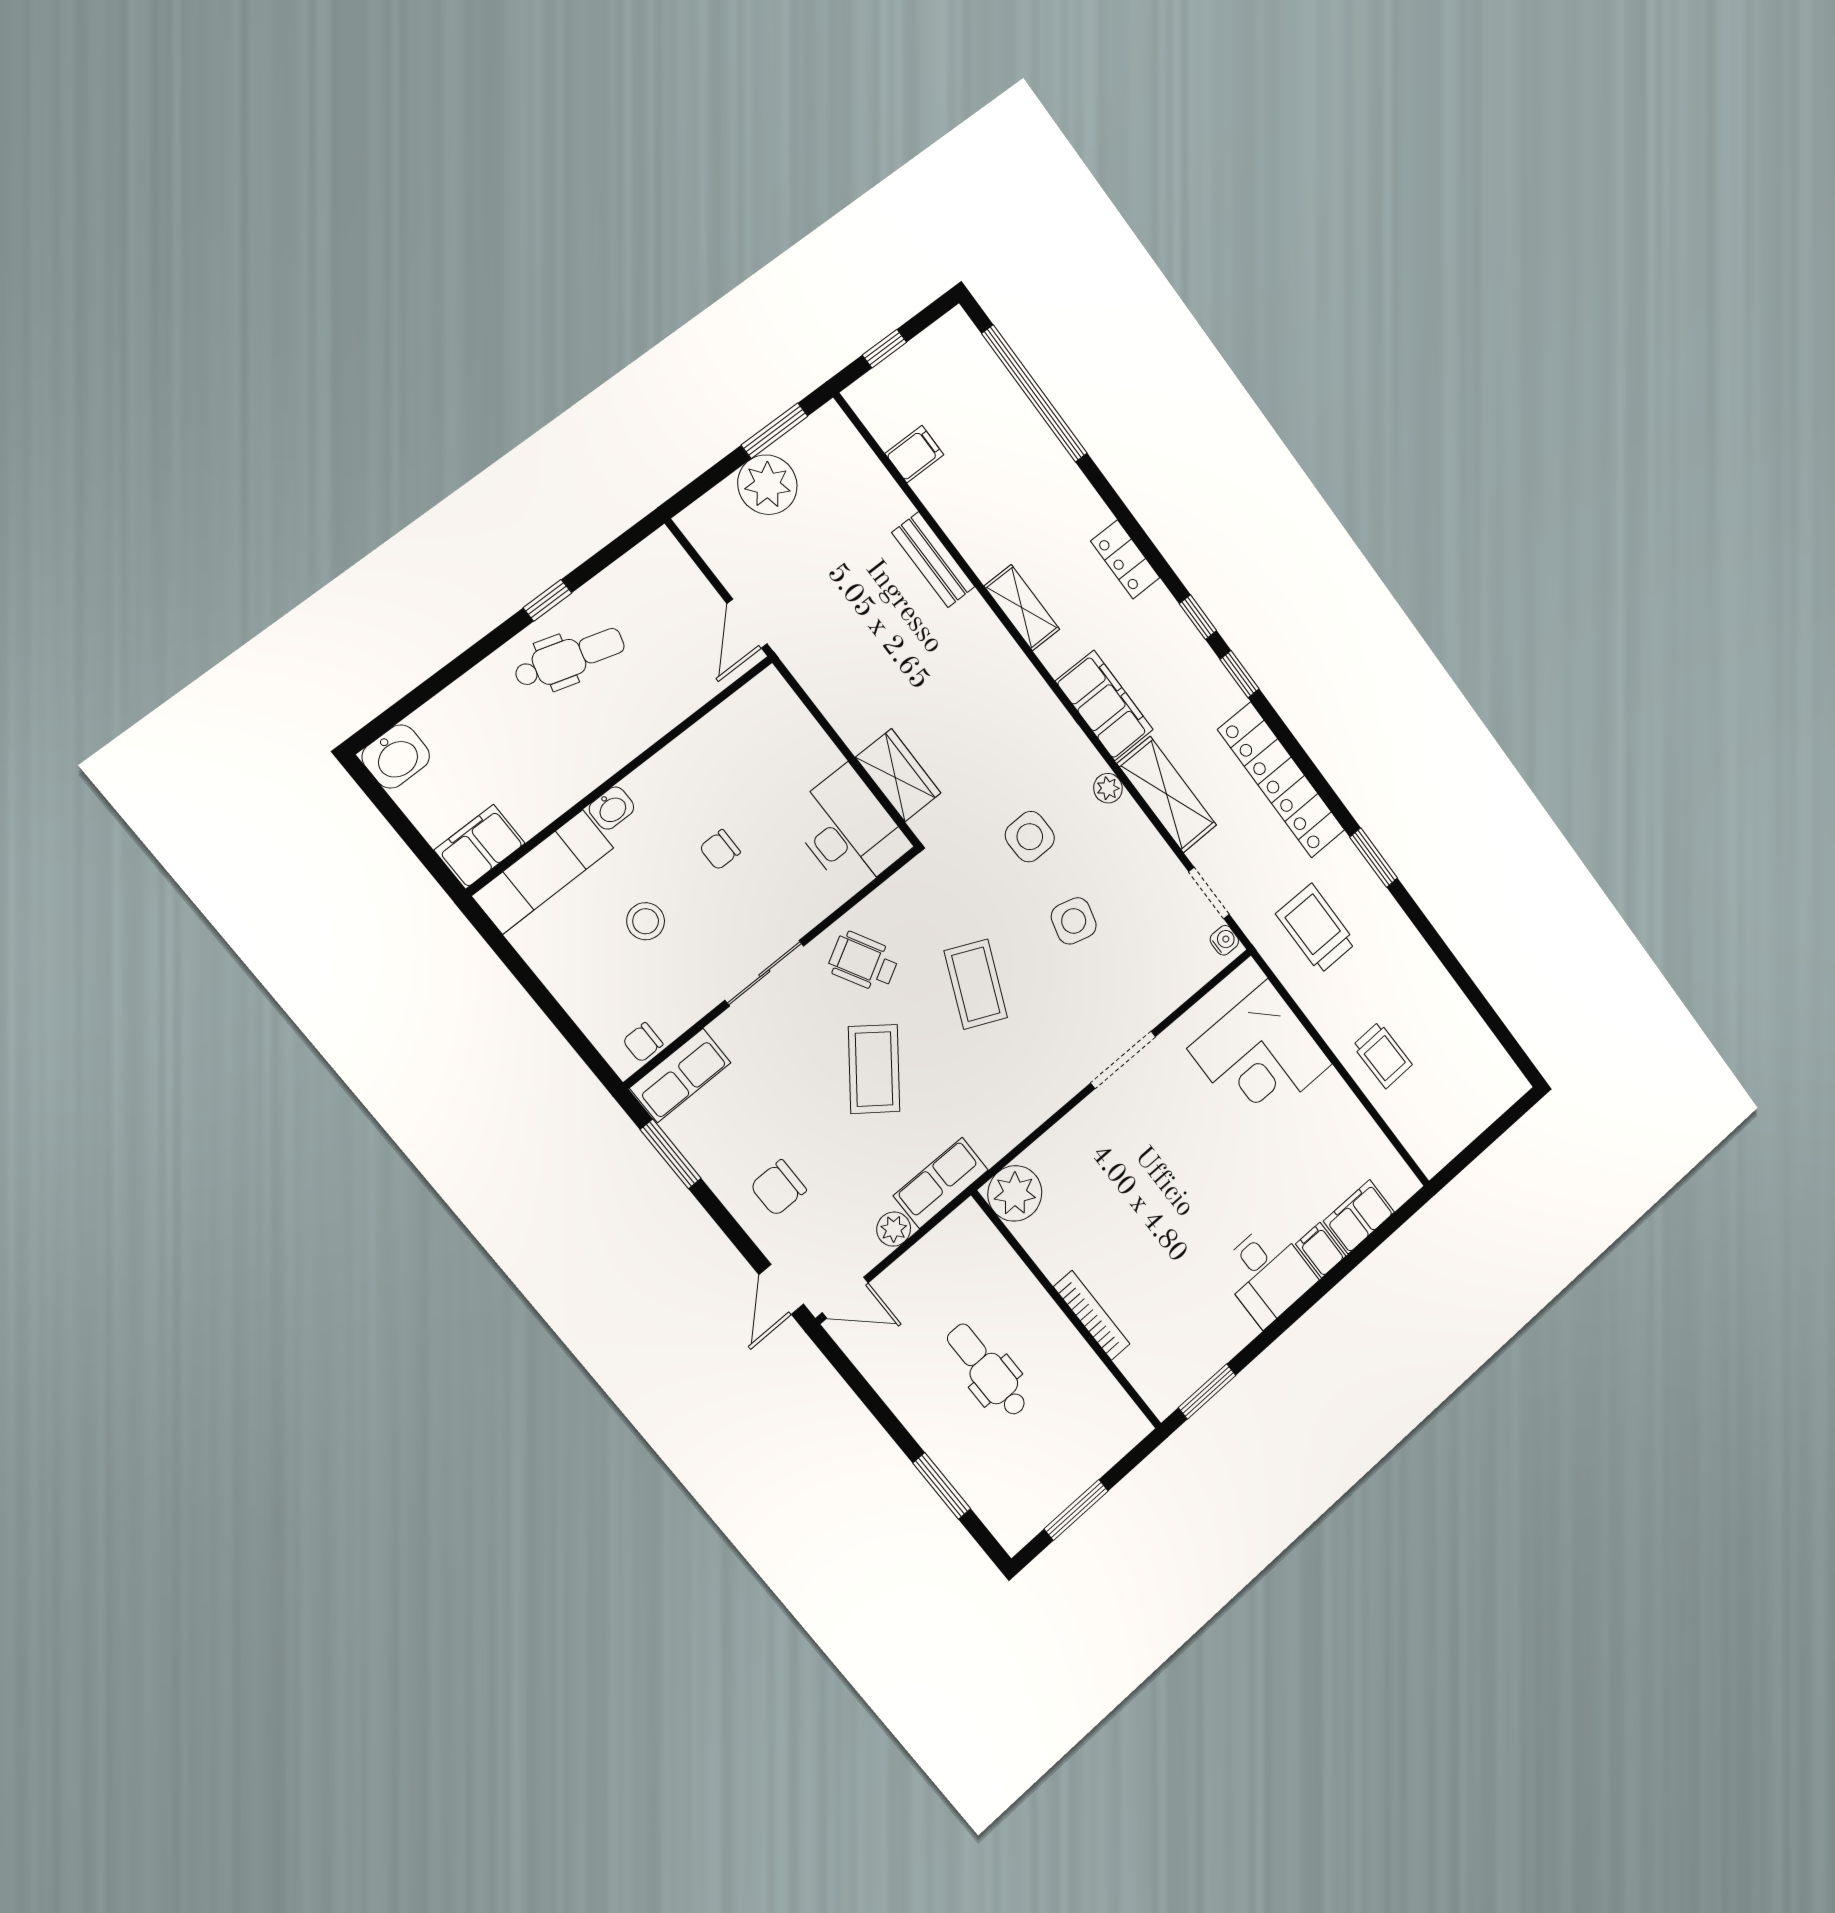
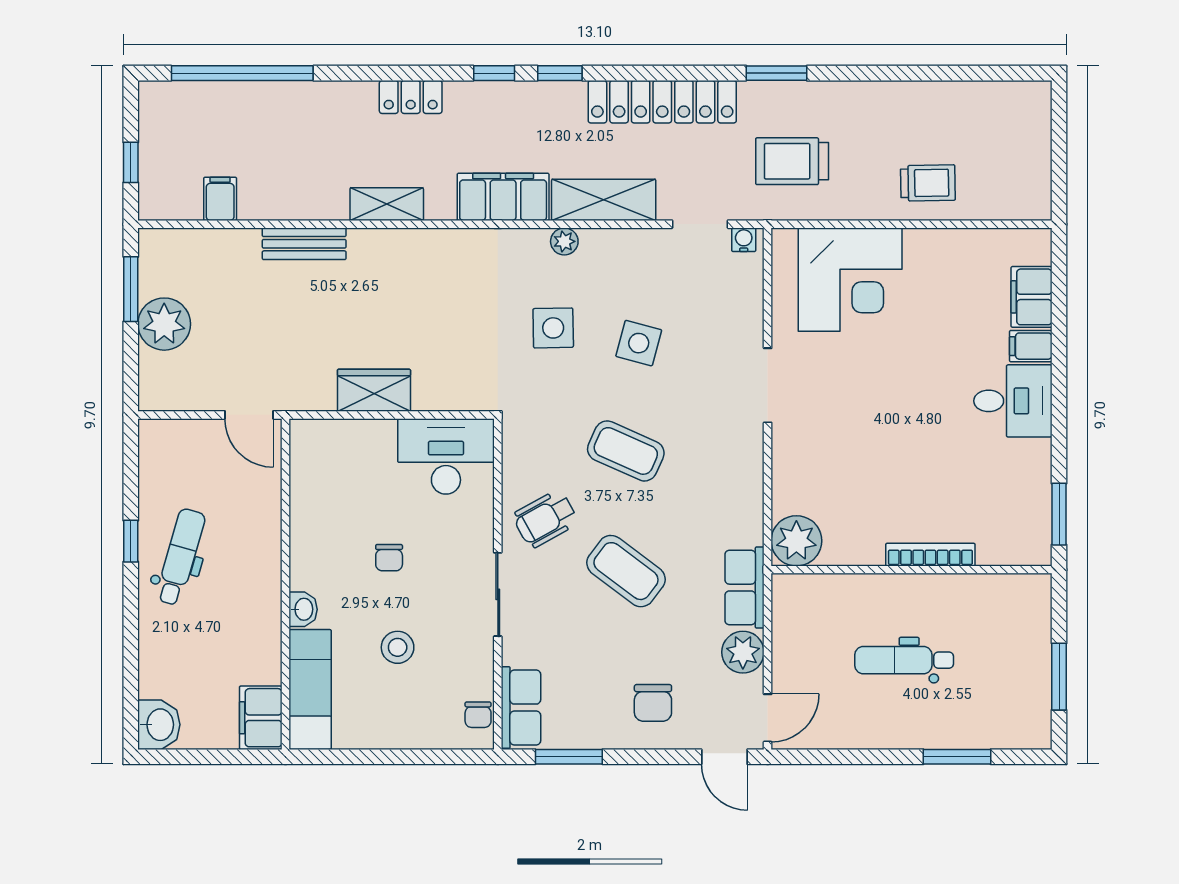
wardrobe: (898, 775) -> (374, 390), moved
plant: (894, 1229) -> (743, 652), width x1.38, depth x1.38

